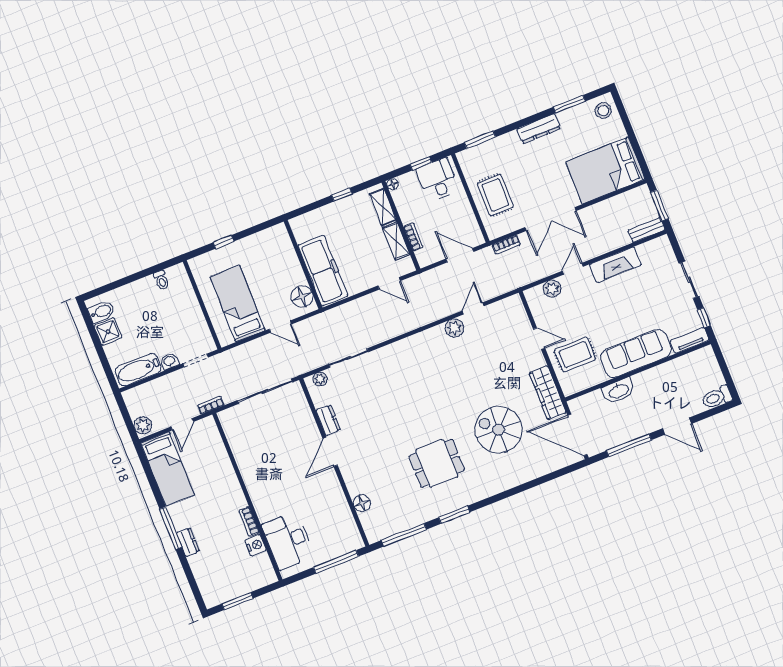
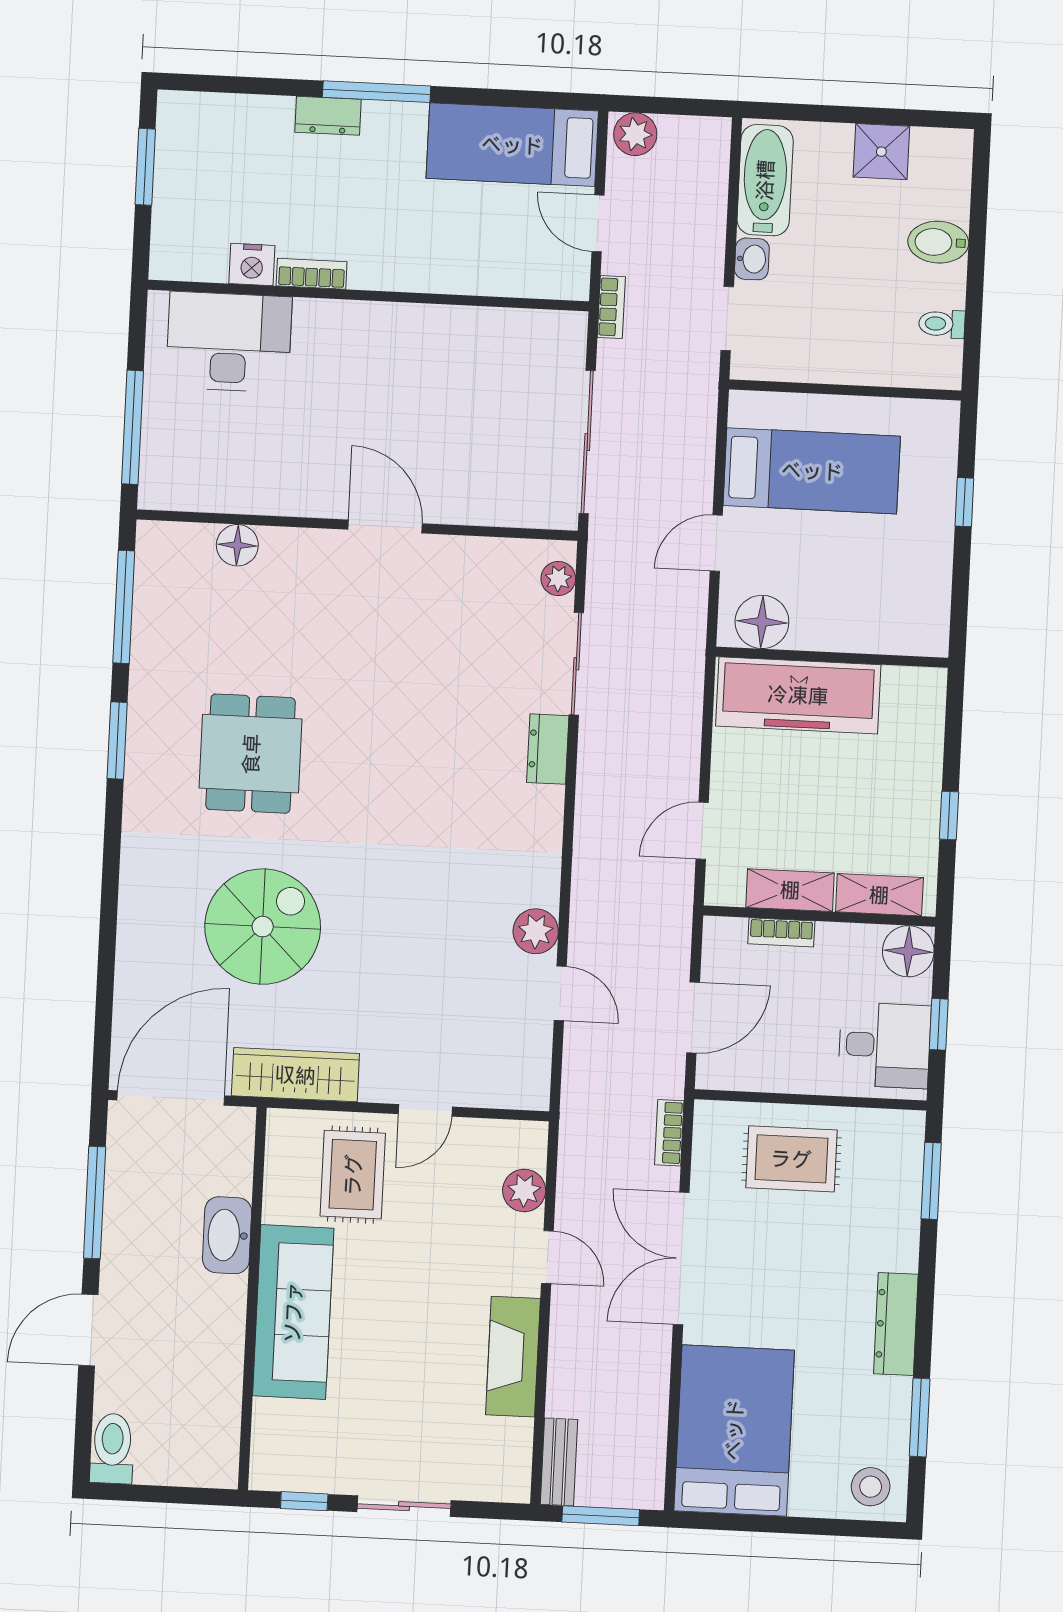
floor lamp: (393, 184) -> (908, 951), width x1.89, depth x1.89
bidet: (102, 312) -> (938, 242), moved, turned 90
tv unit: (690, 340) -> (268, 1446), removed
dresser: (328, 420) -> (548, 749), moved, turned 90

